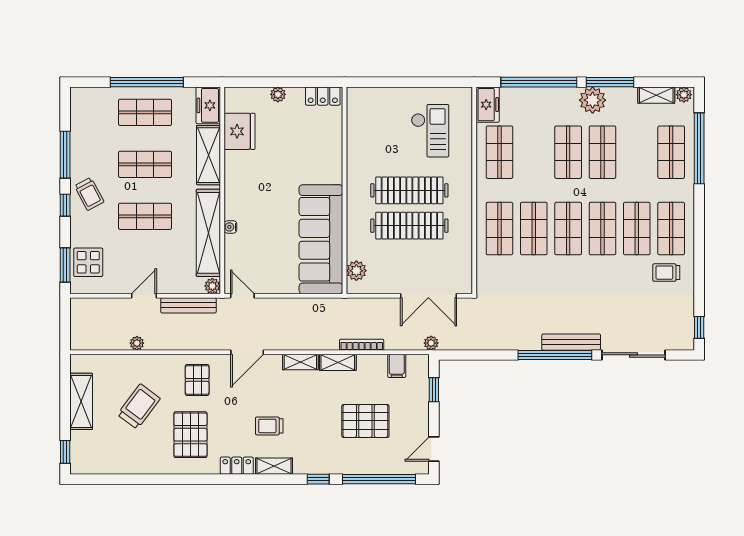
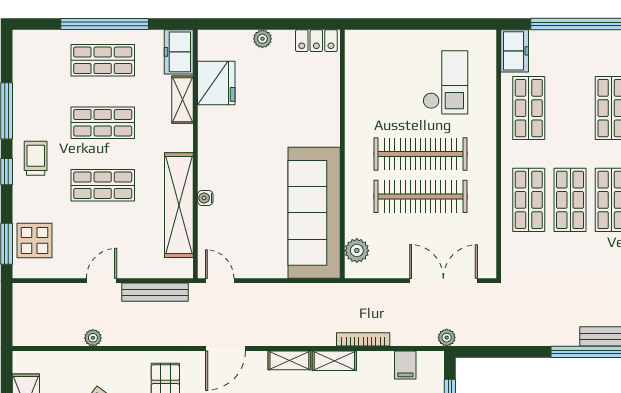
shelving: (208, 155) -> (182, 100), width x0.67, depth x0.75
trolley: (89, 194) -> (36, 158), turned -152
plant: (212, 286) -> (184, 269), removed
double door: (428, 296) -> (443, 281), swing flipped

